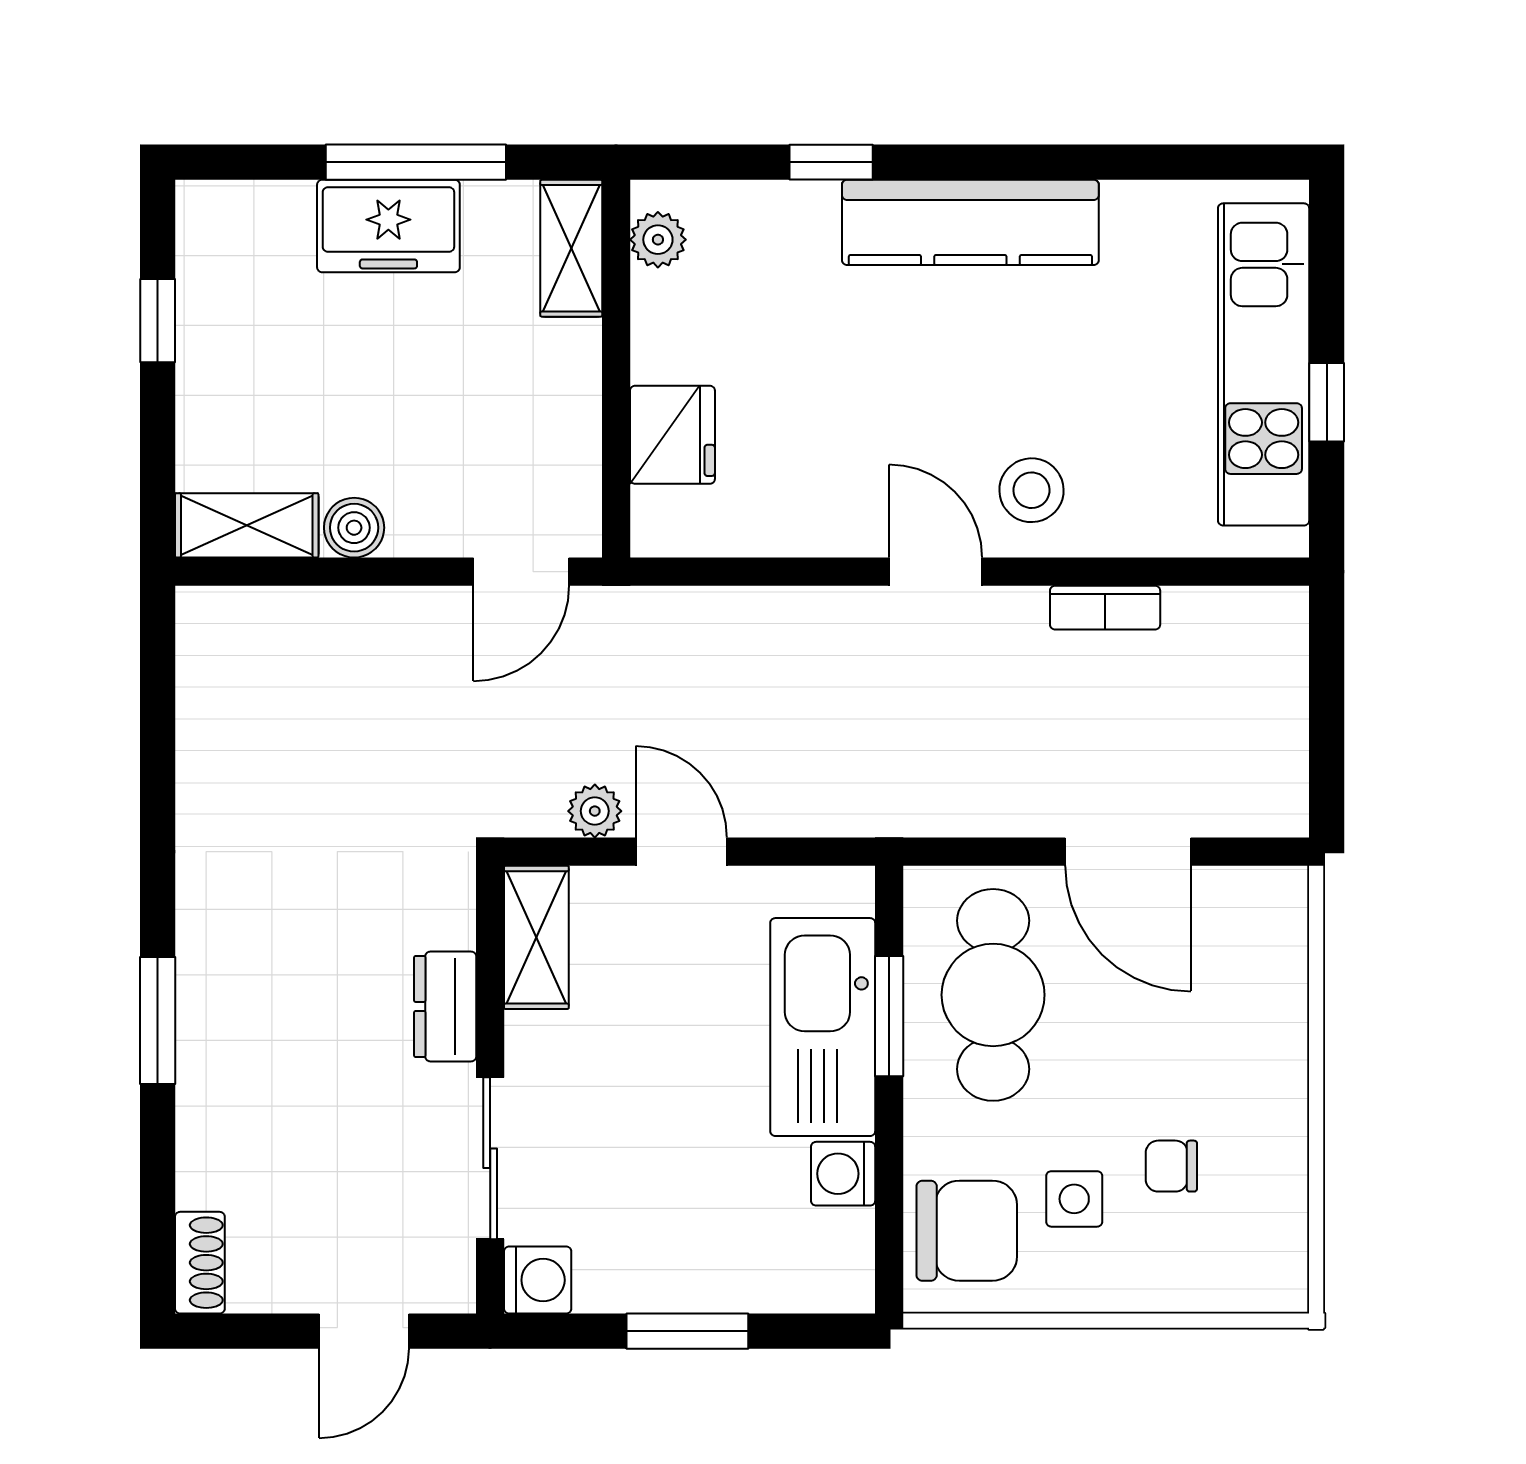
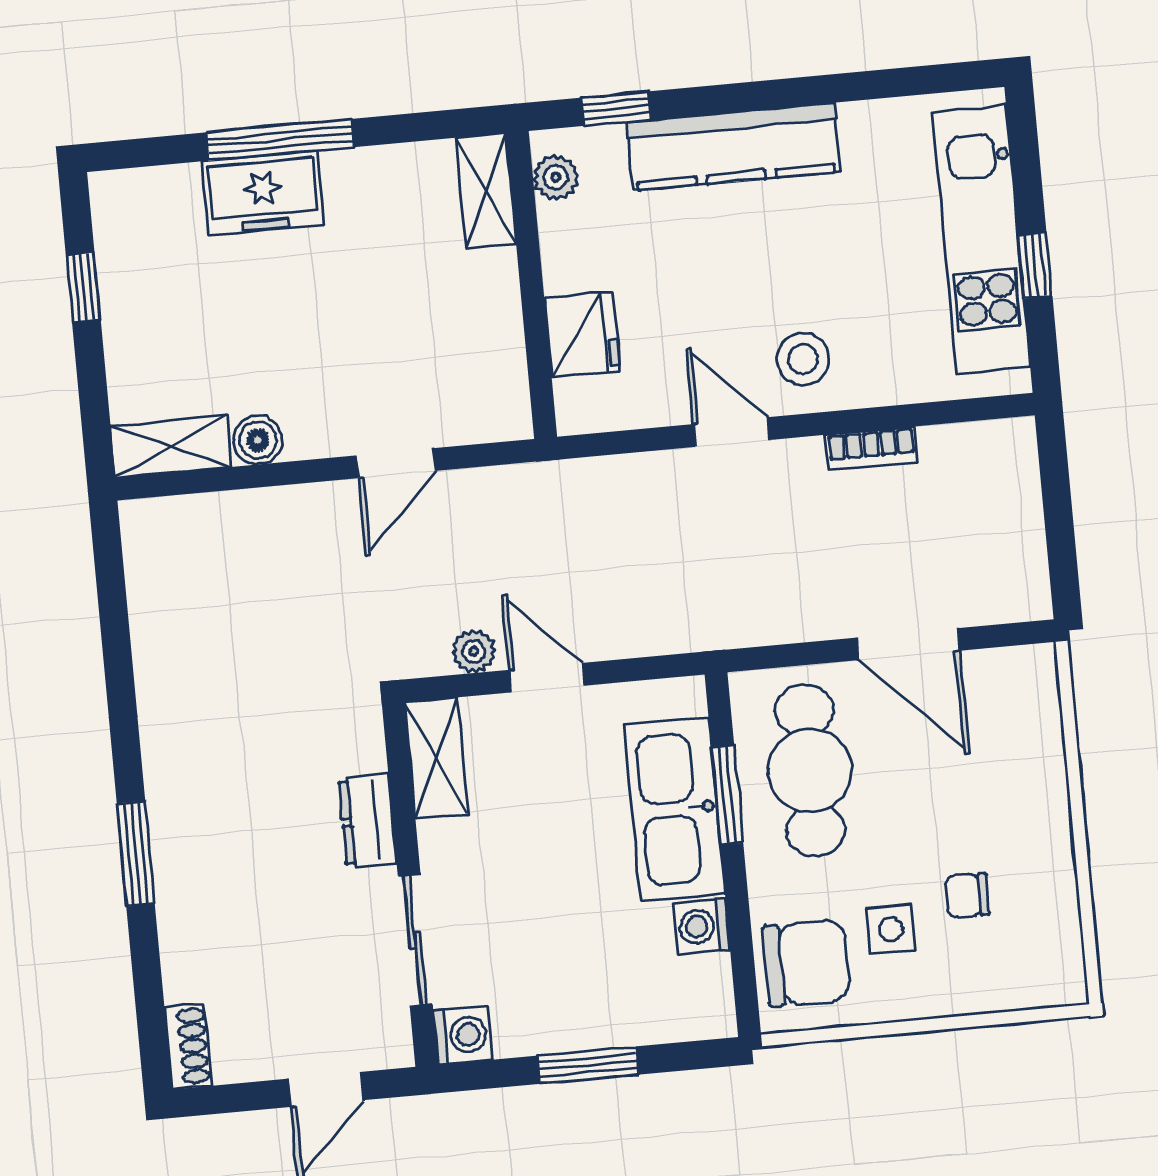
plant: (658, 240) -> (556, 177), moved
shelving: (571, 248) -> (486, 191), moved
wall: (616, 369) -> (531, 285), moved
fridge: (672, 435) -> (582, 334), moved

